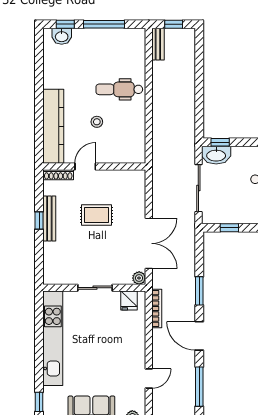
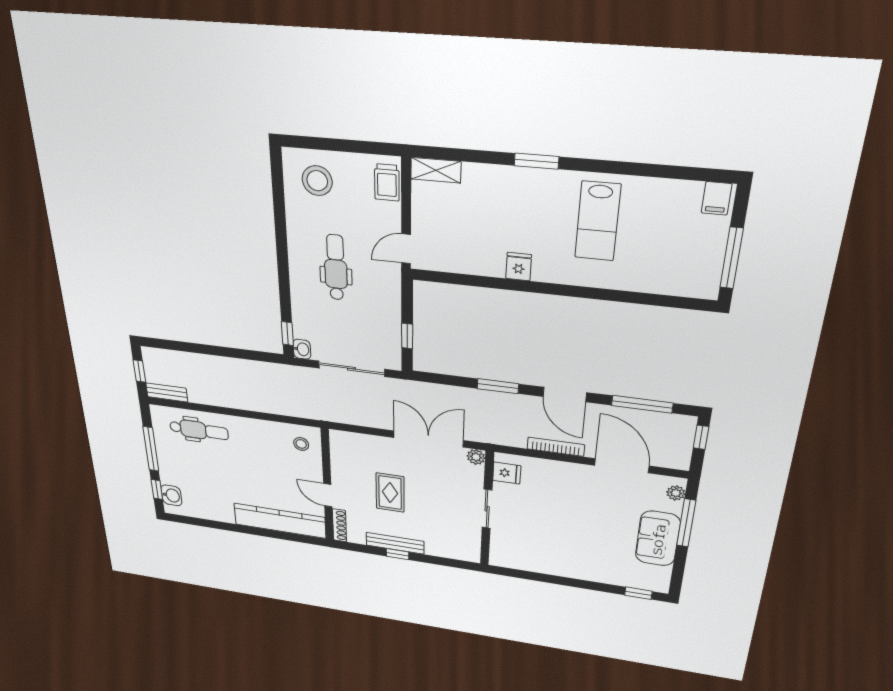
dental chair: (119, 89) -> (199, 430), moved, turned -90
stool: (97, 122) -> (301, 444), moved
washbasin: (216, 155) -> (302, 349), width x0.52, depth x0.69
bookcase: (157, 308) -> (556, 447), moved
door: (199, 336) -> (565, 395), hinge flipped
kitchen unit: (53, 338) -> (552, 565), removed
door: (149, 379) -> (622, 466), width x1.87

